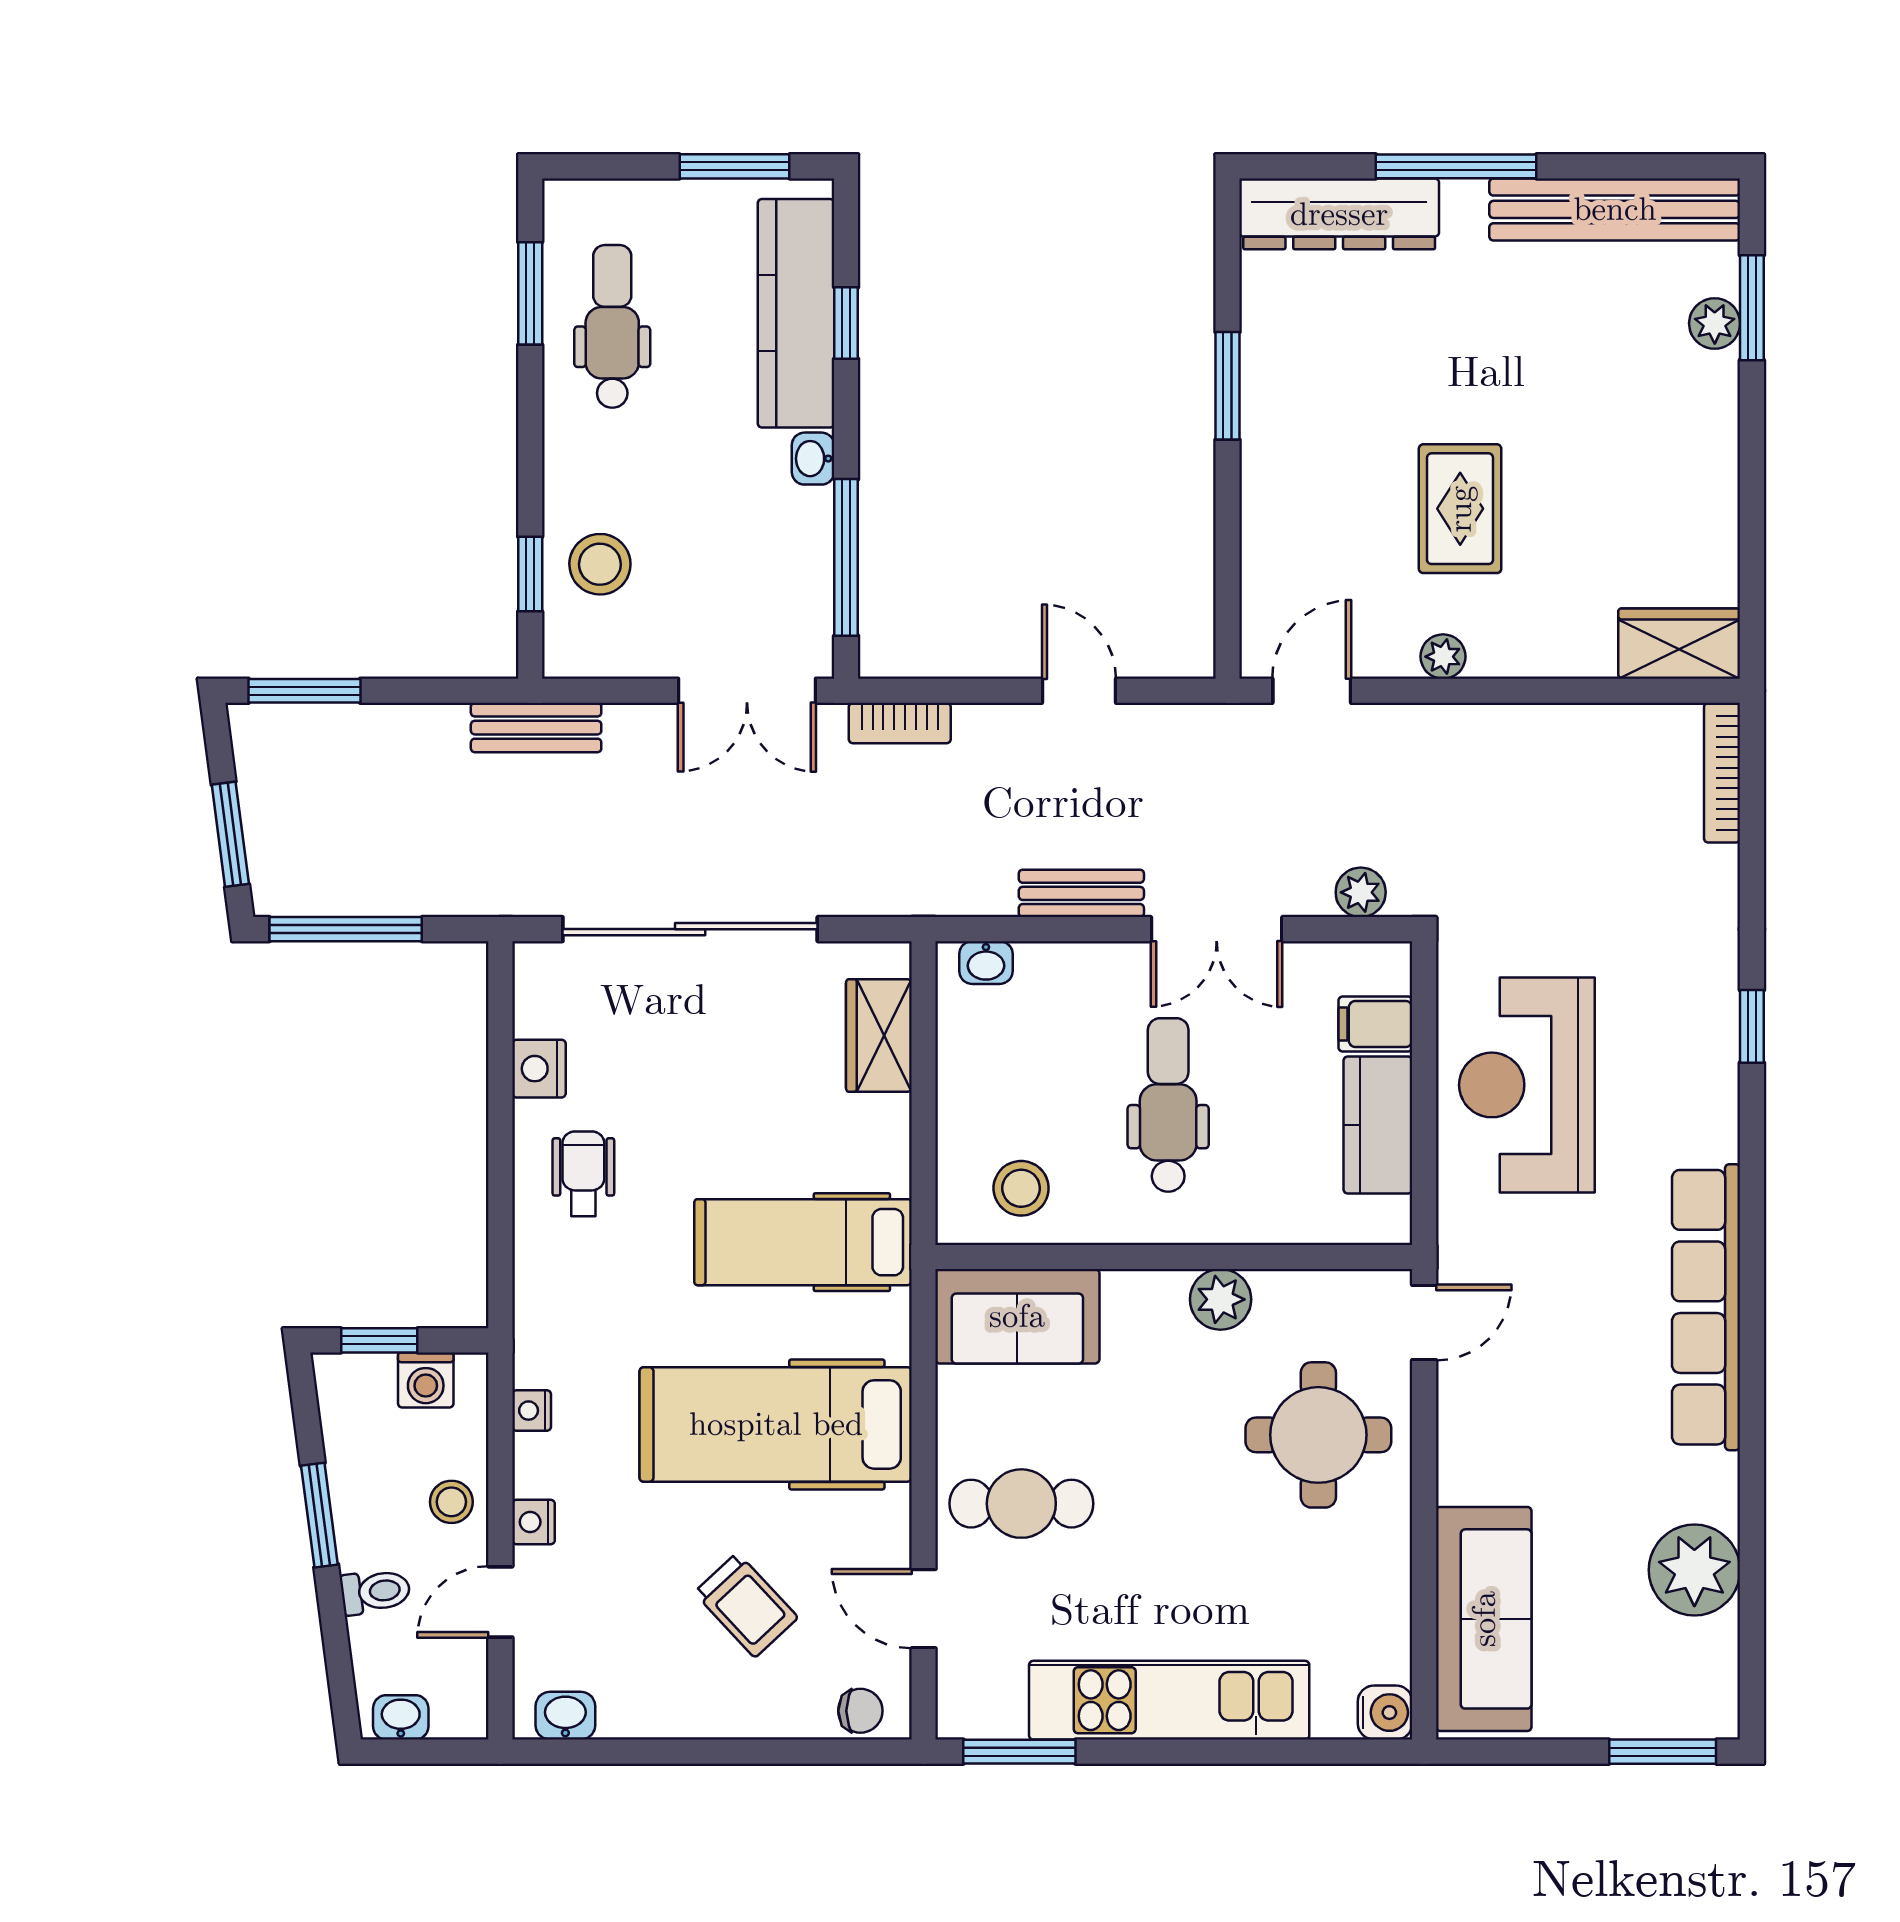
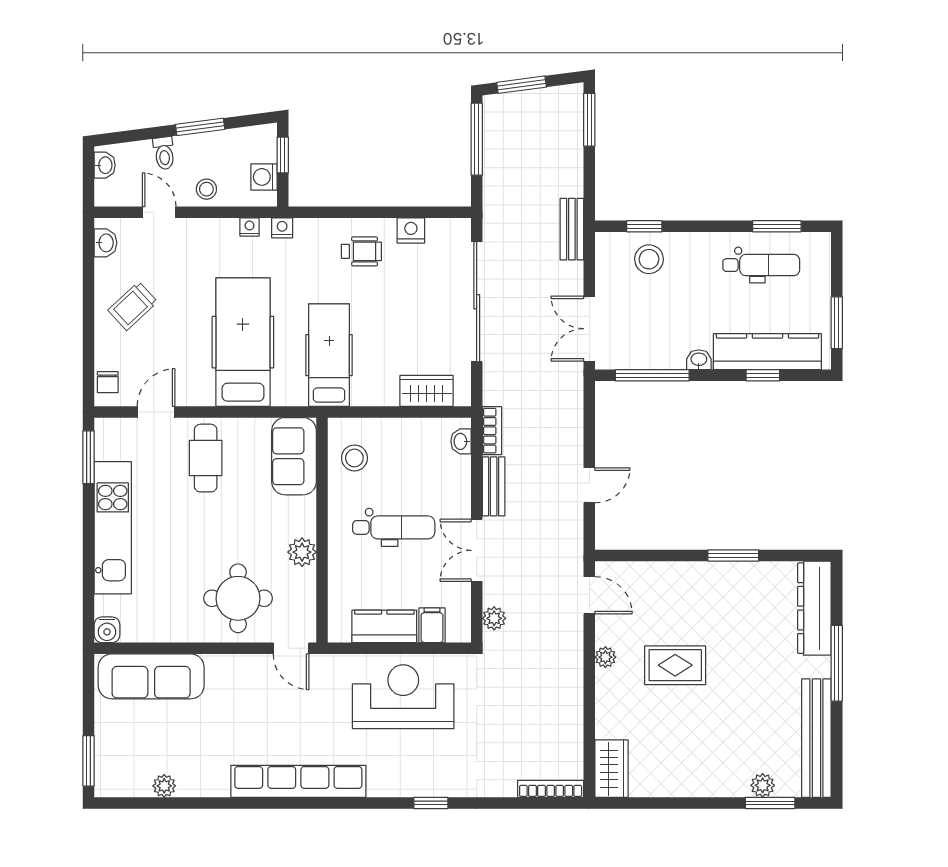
bookcase: (900, 723) -> (492, 431), moved, turned 180
nightstand: (534, 1522) -> (282, 228), moved
plant: (1694, 1570) -> (164, 786), width x0.53, depth x0.53
trolley: (746, 1605) -> (133, 306), moved

